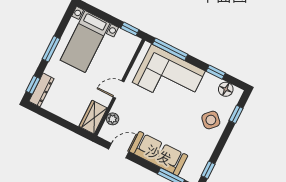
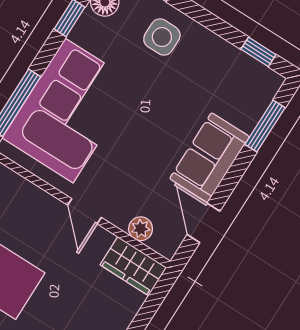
side table: (211, 120) -> (162, 37), turned 45
sofa: (159, 154) -> (210, 158), width x0.73

